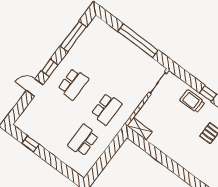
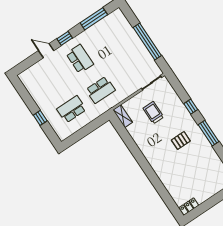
school desk: (73, 84) -> (80, 59), turned -90
trolley: (192, 101) -> (153, 113), moved
window: (31, 144) -> (40, 118), moved

